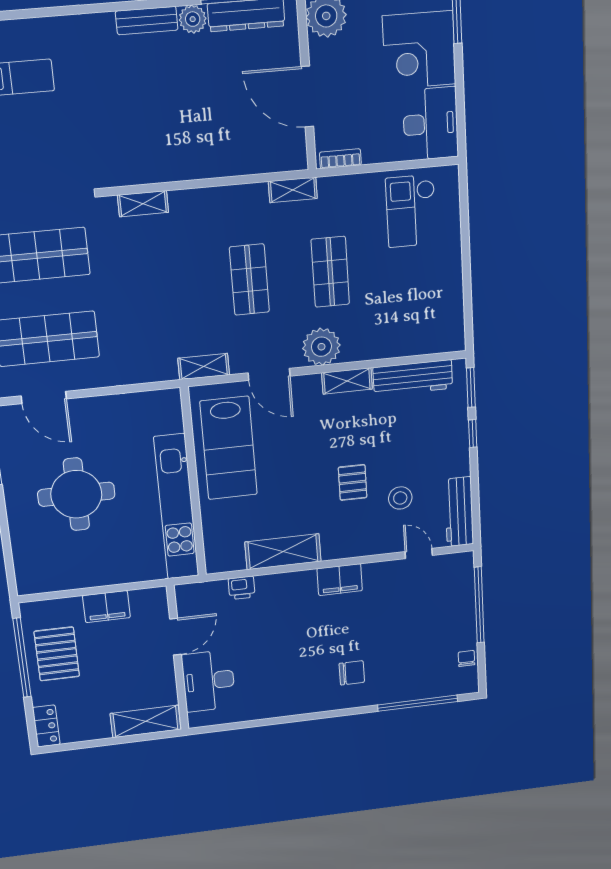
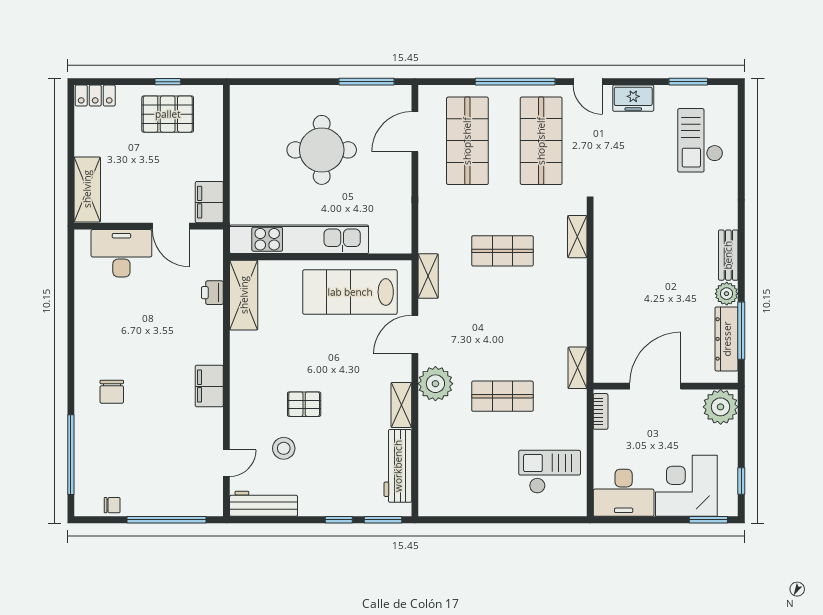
shop shelf: (249, 280) -> (502, 251), moved
shelving: (283, 552) -> (244, 295), moved
filing cabinet: (106, 607) -> (209, 202), moved
window: (22, 658) -> (168, 82), width x0.32

